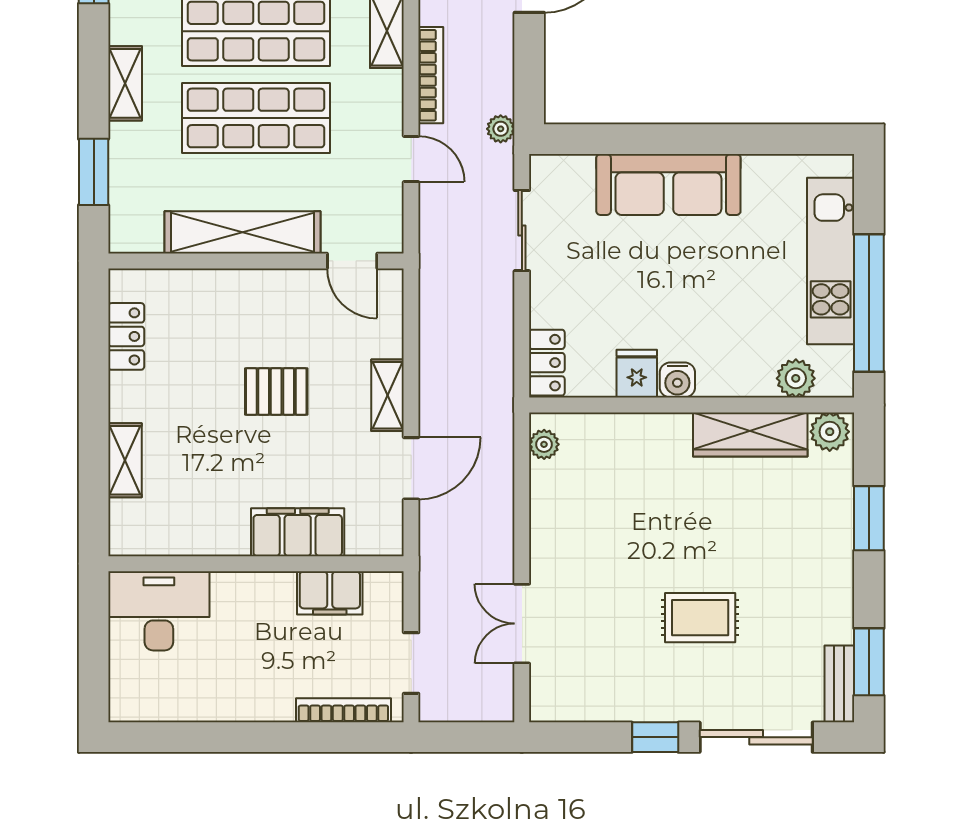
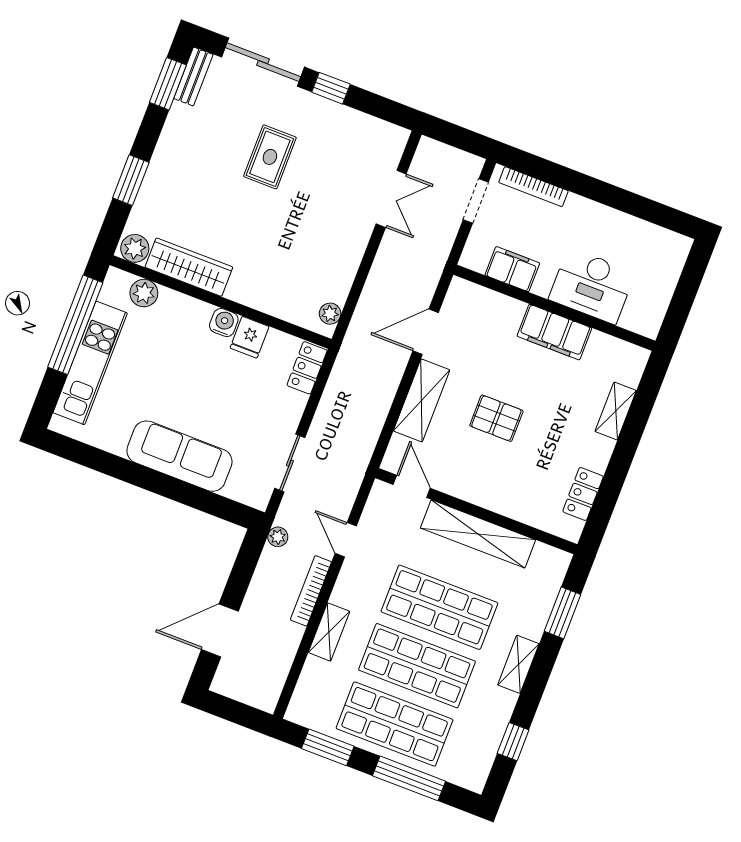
shelving: (388, 395) -> (422, 400), width x1.50, depth x1.33
filing cabinet: (298, 532) -> (554, 332), moved
desk: (159, 611) -> (592, 286), moved
rug: (700, 618) -> (270, 157), turned 90

